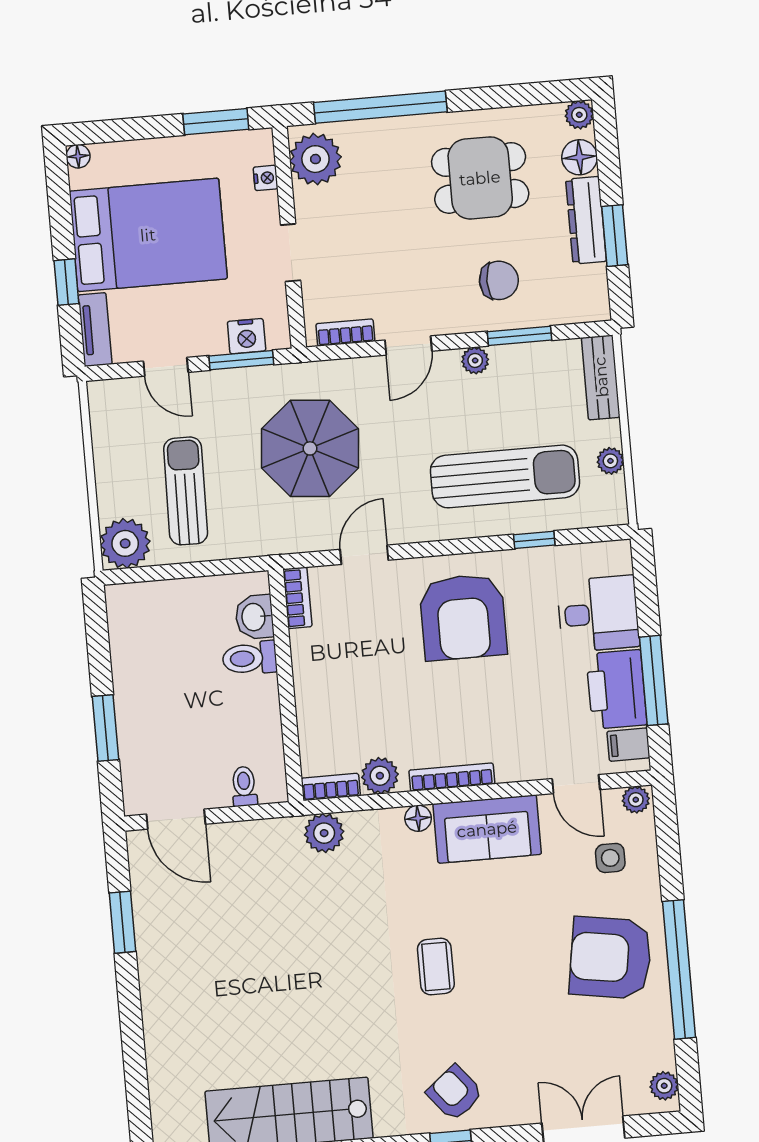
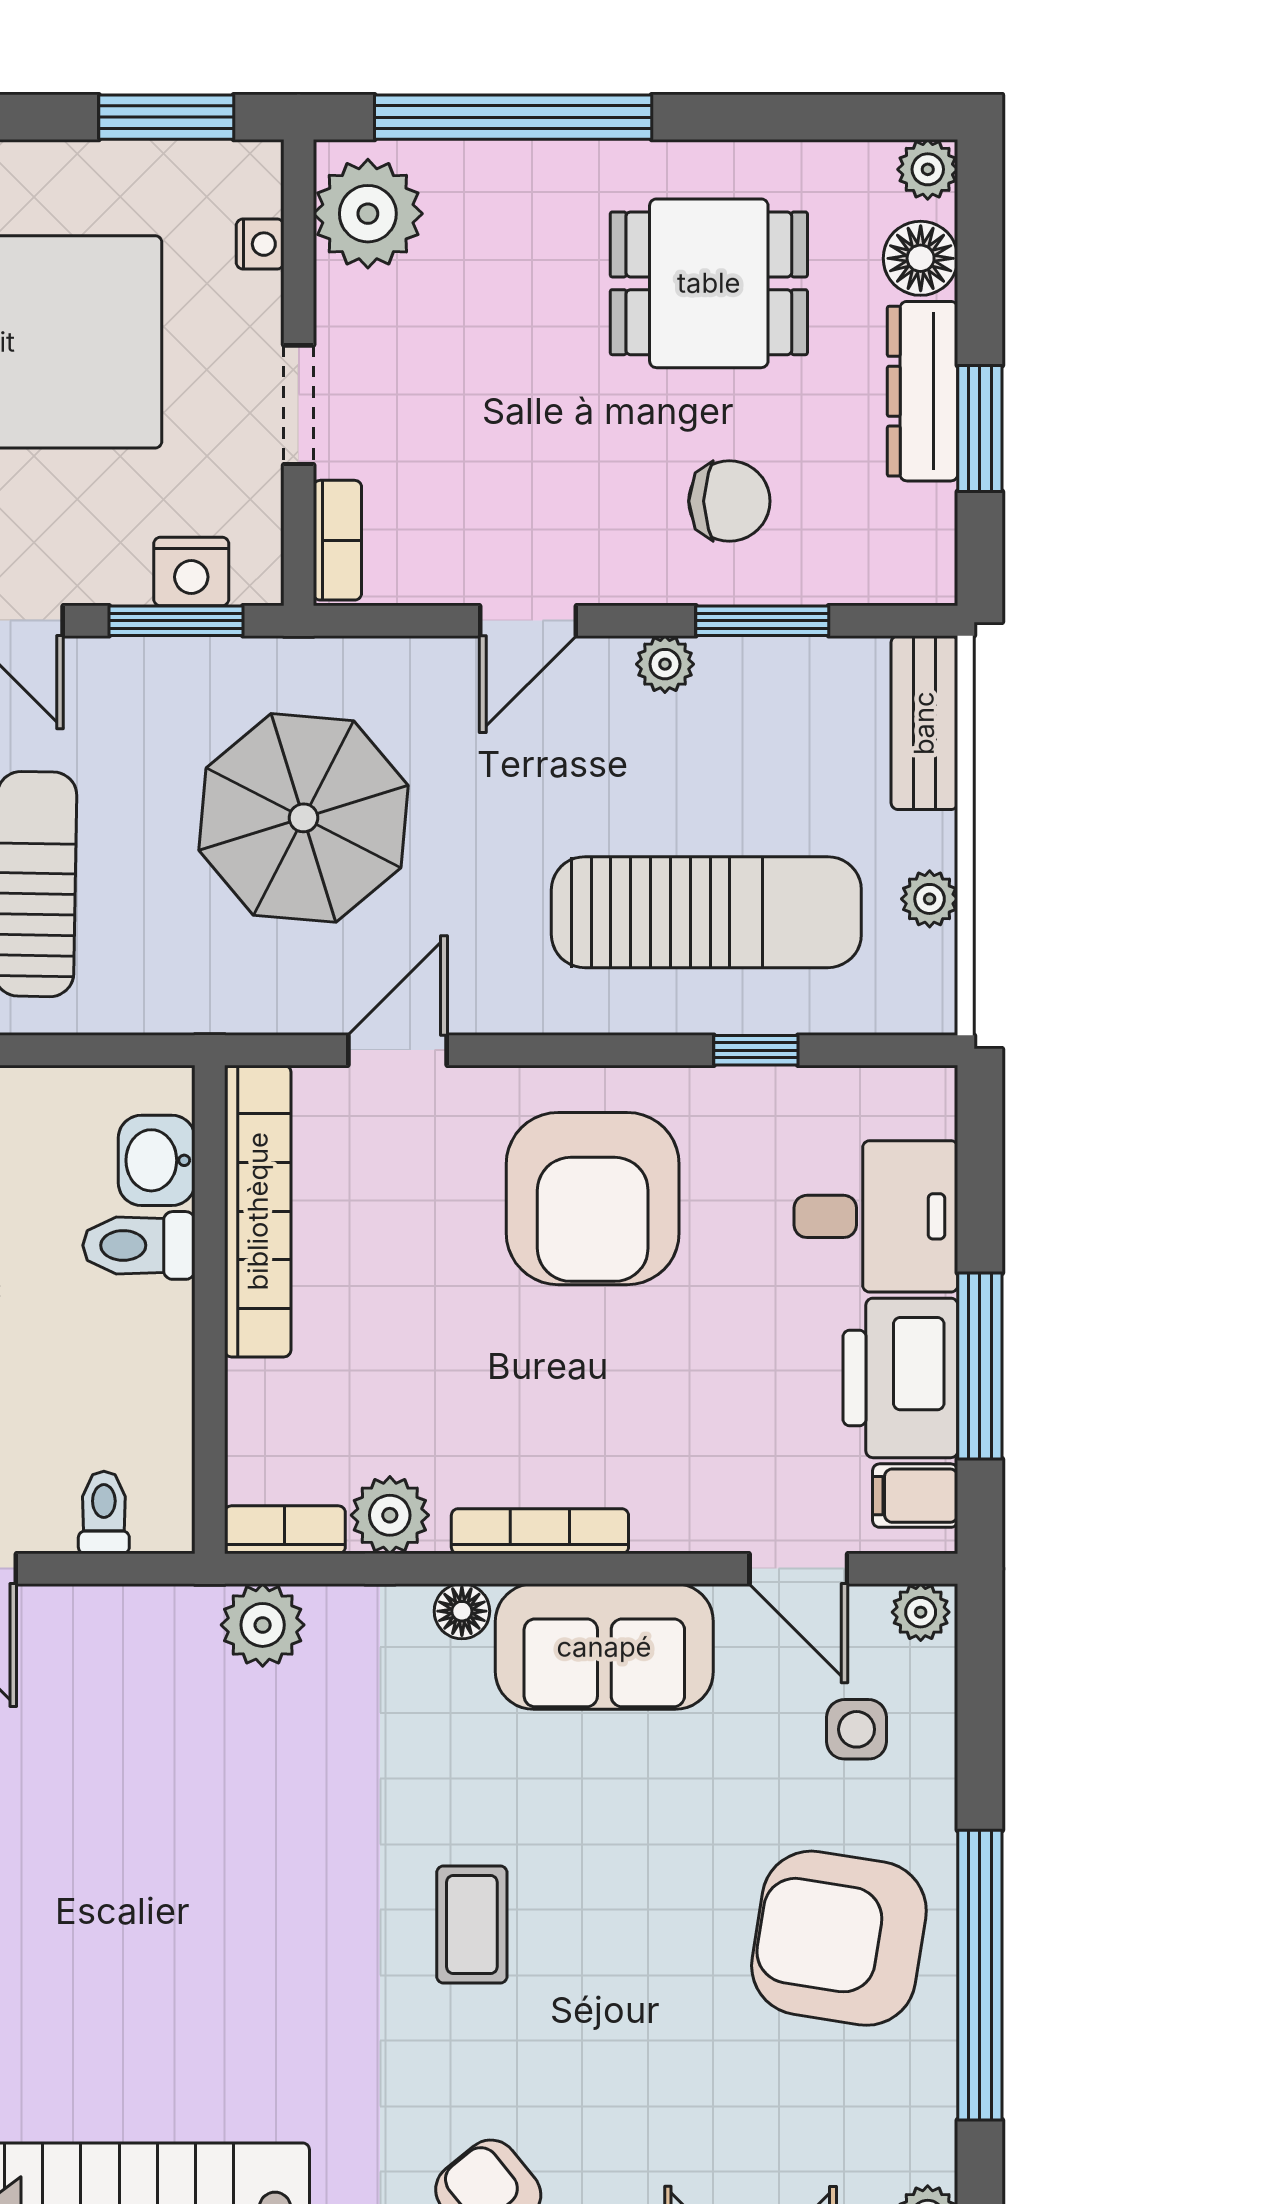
bookcase: (345, 332) -> (337, 540), moved, turned 90
bookcase: (297, 598) -> (258, 1211), width x2.31, depth x1.31

